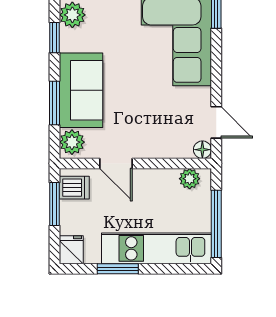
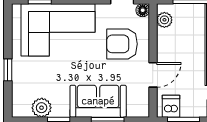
armchair: (157, 122) -> (122, 44), added
plant: (72, 142) -> (137, 108), removed

